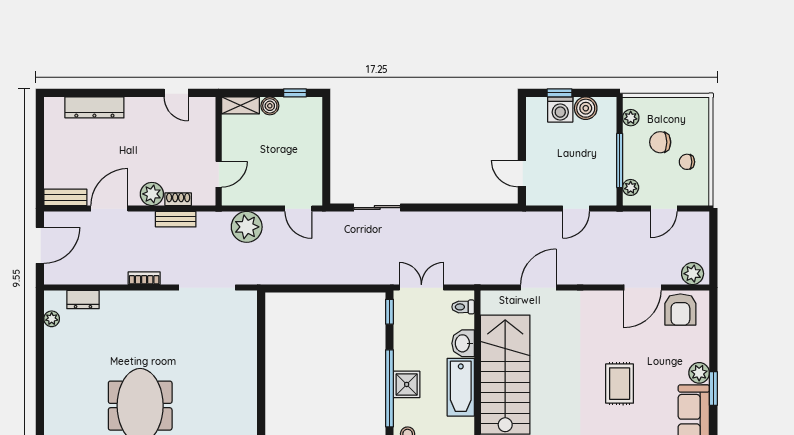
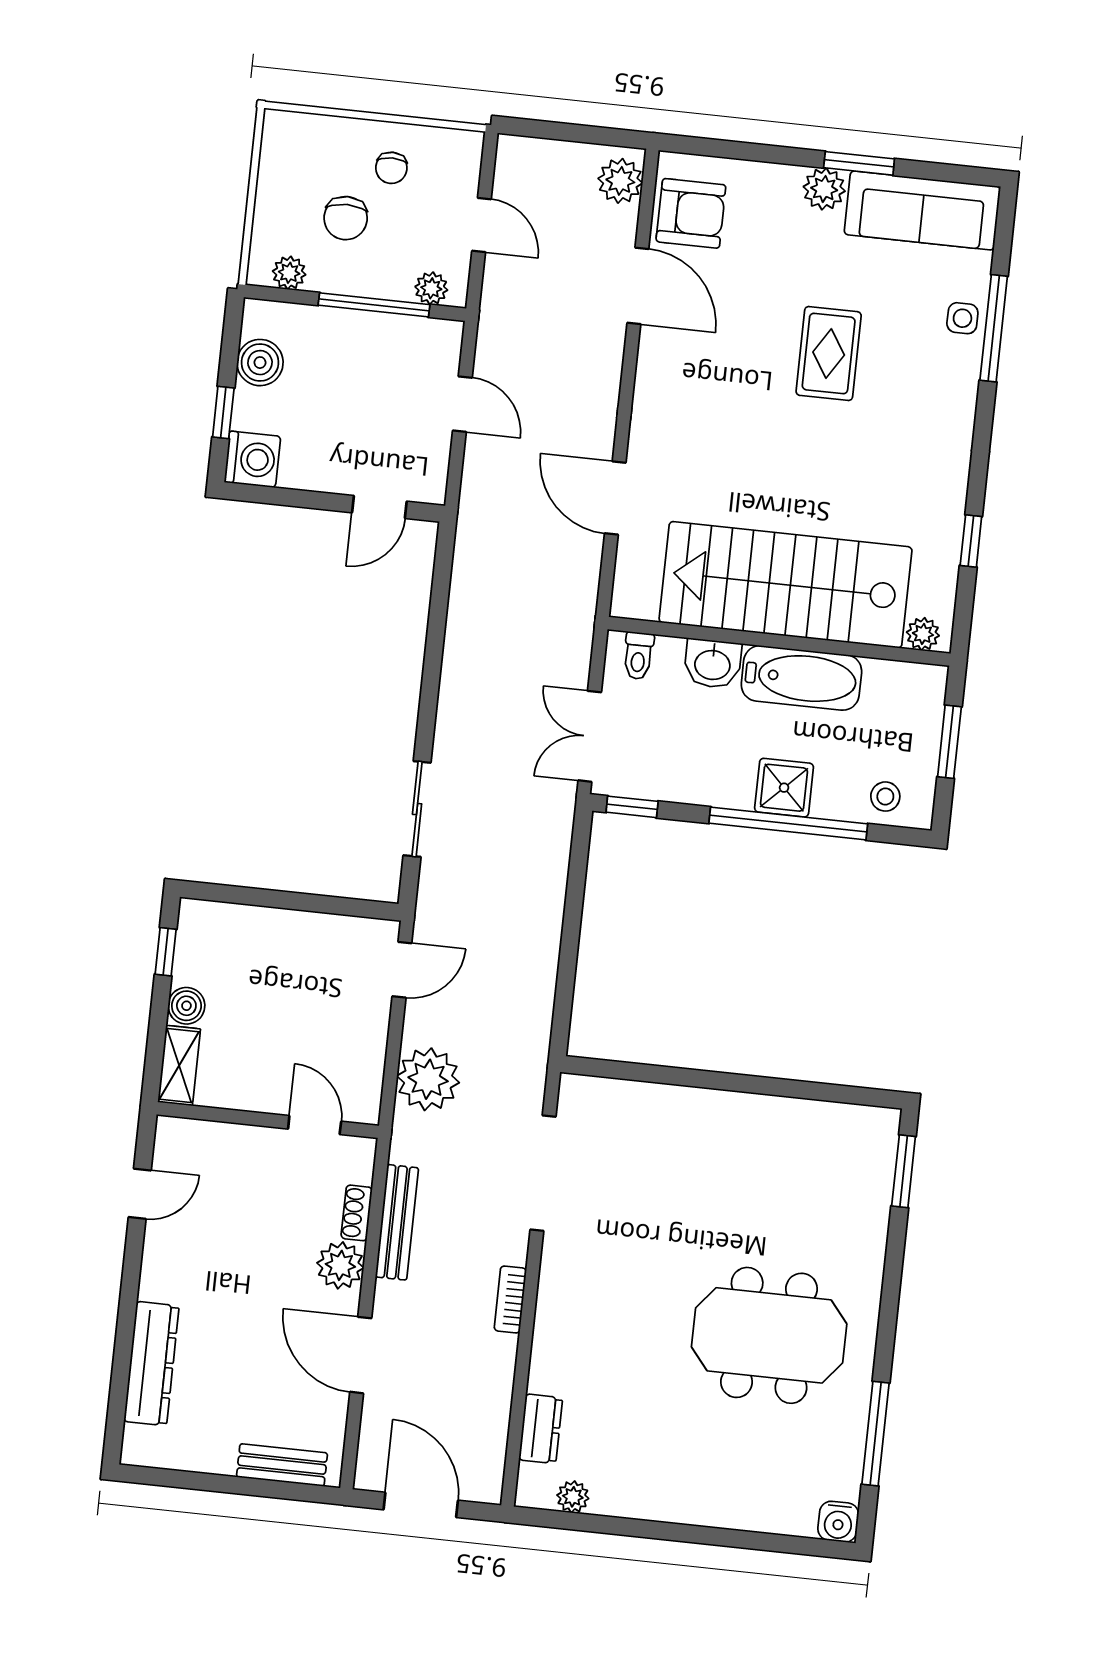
washing machine: (560, 110) -> (252, 459), moved
bench: (65, 197) -> (282, 1465), moved, turned 90
bench: (176, 219) -> (397, 1222), width x1.36
rug: (620, 384) -> (829, 354), turned 90

